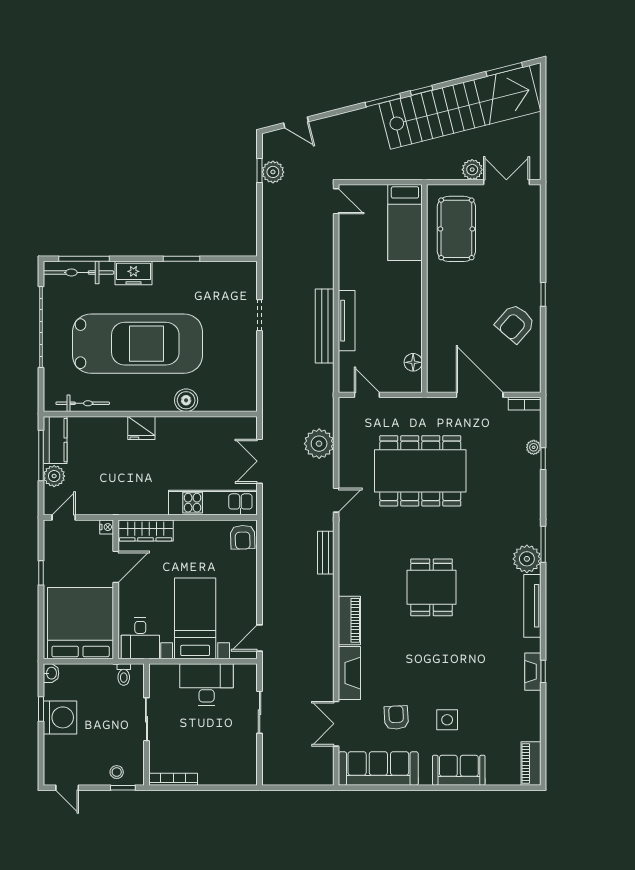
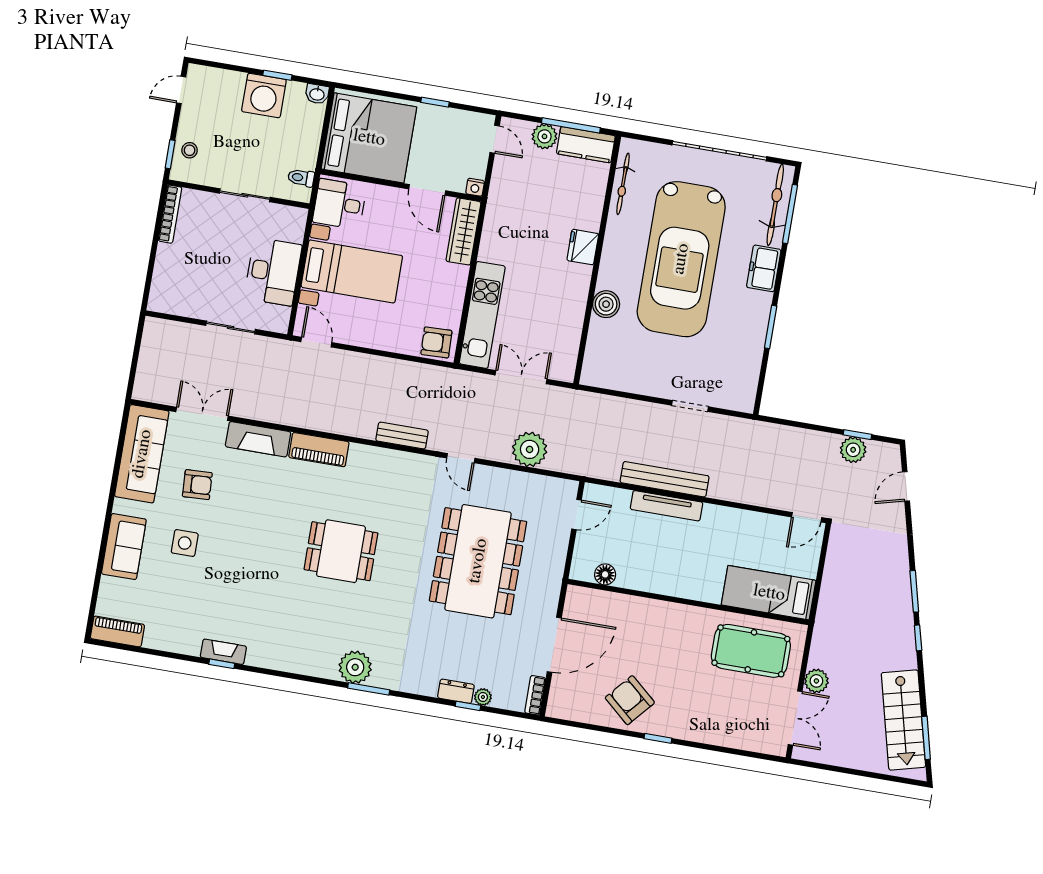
stairs: (460, 107) -> (903, 720), width x0.54, depth x0.66
dresser: (533, 471) -> (456, 691), added
tv unit: (532, 606) -> (300, 664), removed

